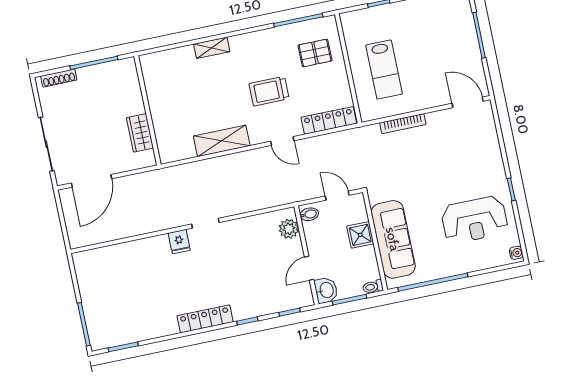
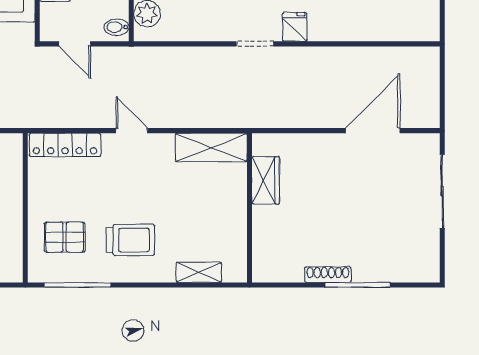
shoe rack: (59, 78) -> (328, 275), moved
trolley: (269, 91) -> (130, 240), moved
wall: (148, 110) -> (249, 208), moved
wardrobe: (140, 133) -> (266, 180), moved
door: (91, 181) -> (373, 131), moved

